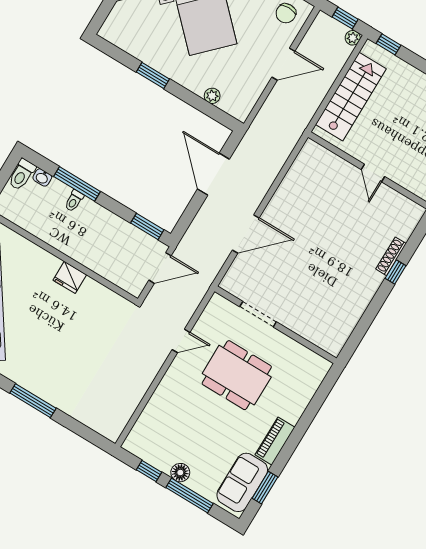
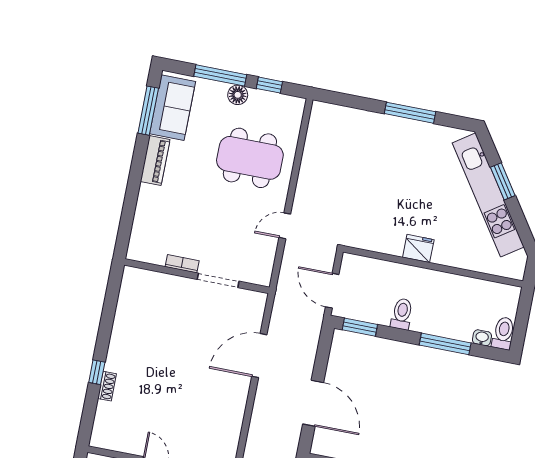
toilet: (74, 201) -> (402, 314), moved, width x1.37, depth x1.39
shoe rack: (391, 256) -> (107, 386), width x0.70
door: (160, 268) -> (332, 291), hinge flipped
bookcase: (285, 341) -> (182, 264), added
dining table: (237, 375) -> (250, 158), moved
window: (265, 488) -> (148, 111), width x1.44

